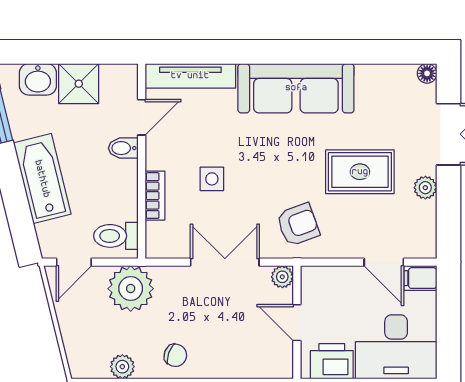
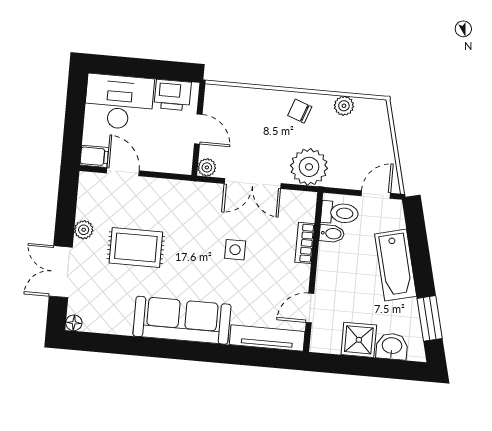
bidet: (123, 148) -> (332, 234), moved
side table: (212, 179) -> (235, 250), moved
armchair: (298, 225) -> (190, 209), removed
plant: (131, 289) -> (309, 167), moved

